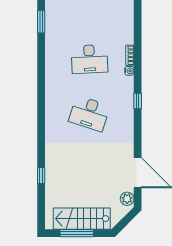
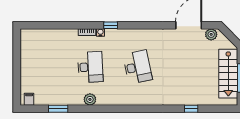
plant: (52, 59) -> (90, 99), added
window: (138, 101) -> (111, 25), moved
desk: (89, 114) -> (138, 67), turned -30

